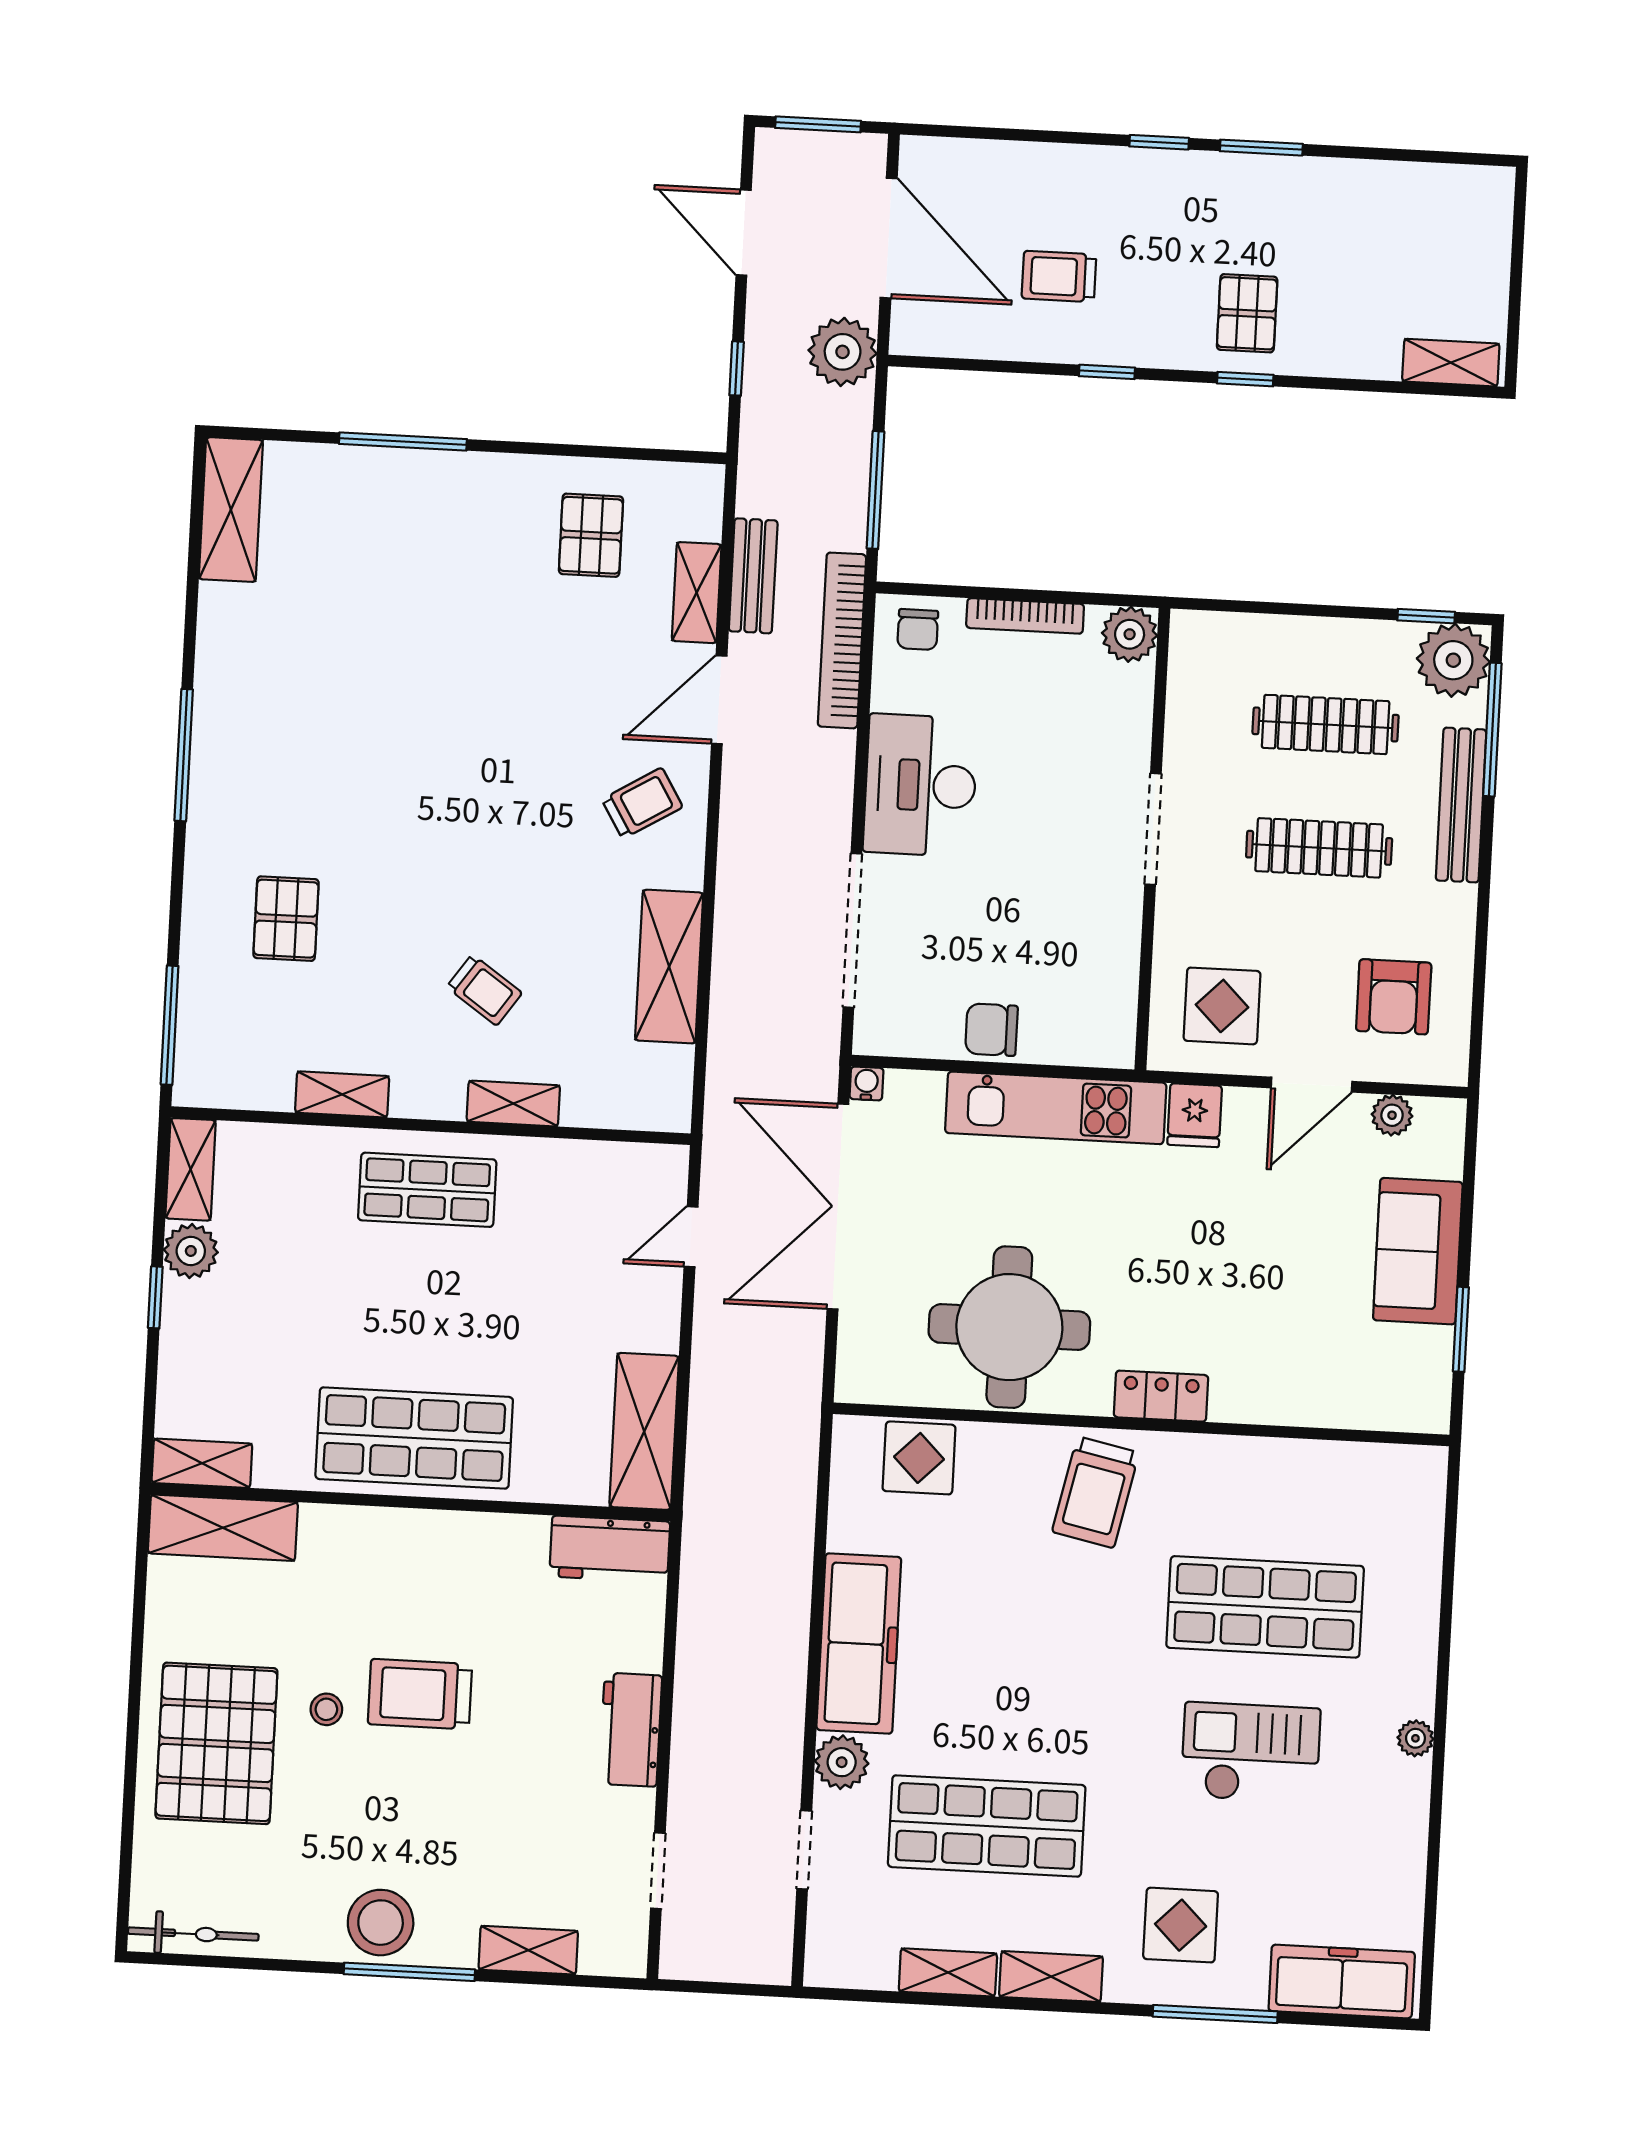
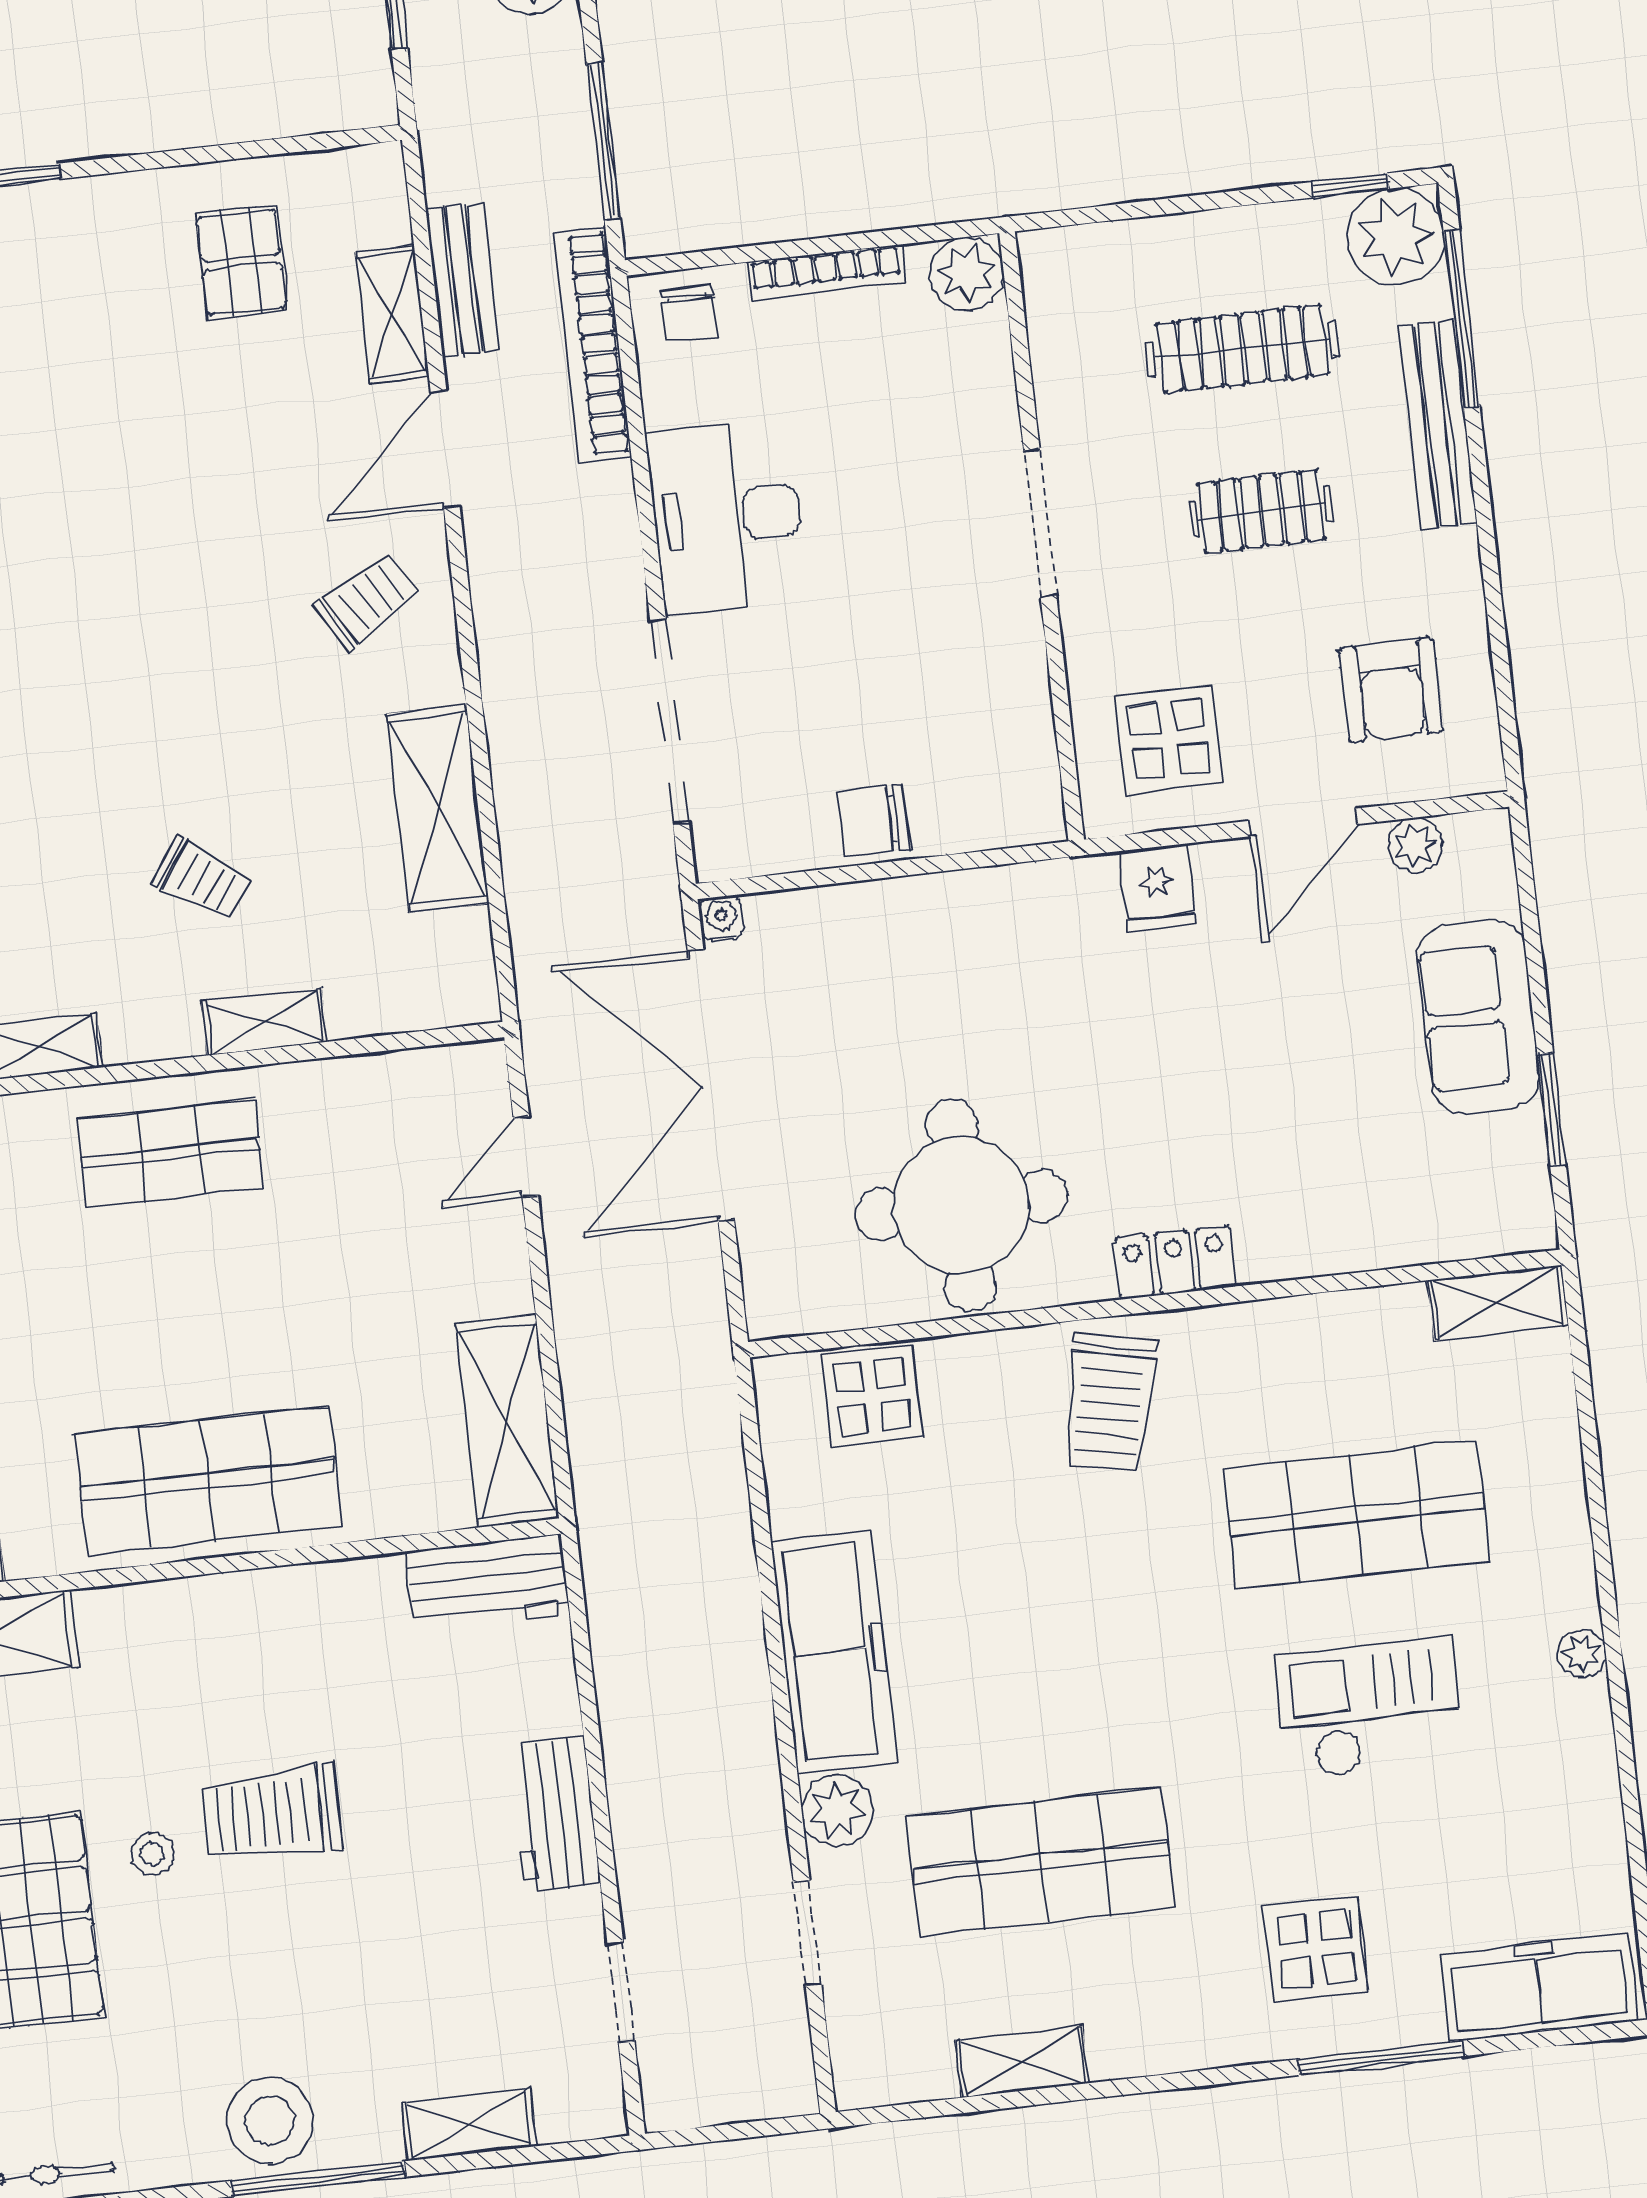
clothes rail: (1319, 848) -> (1261, 511), width x0.73
kitchen unit: (1056, 1108) -> (974, 909), removed
shelving: (1051, 1977) -> (1498, 1303), moved

